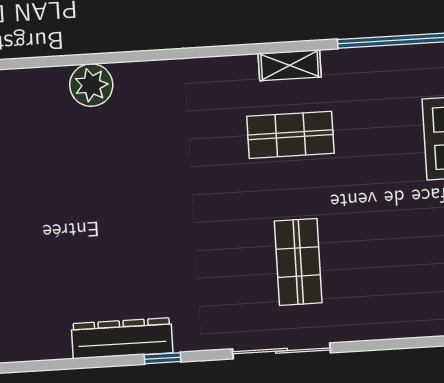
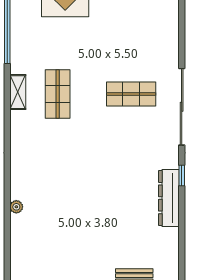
plant: (91, 85) -> (16, 207), width x0.53, depth x0.53
sliding door: (281, 351) -> (182, 107), width x1.36

